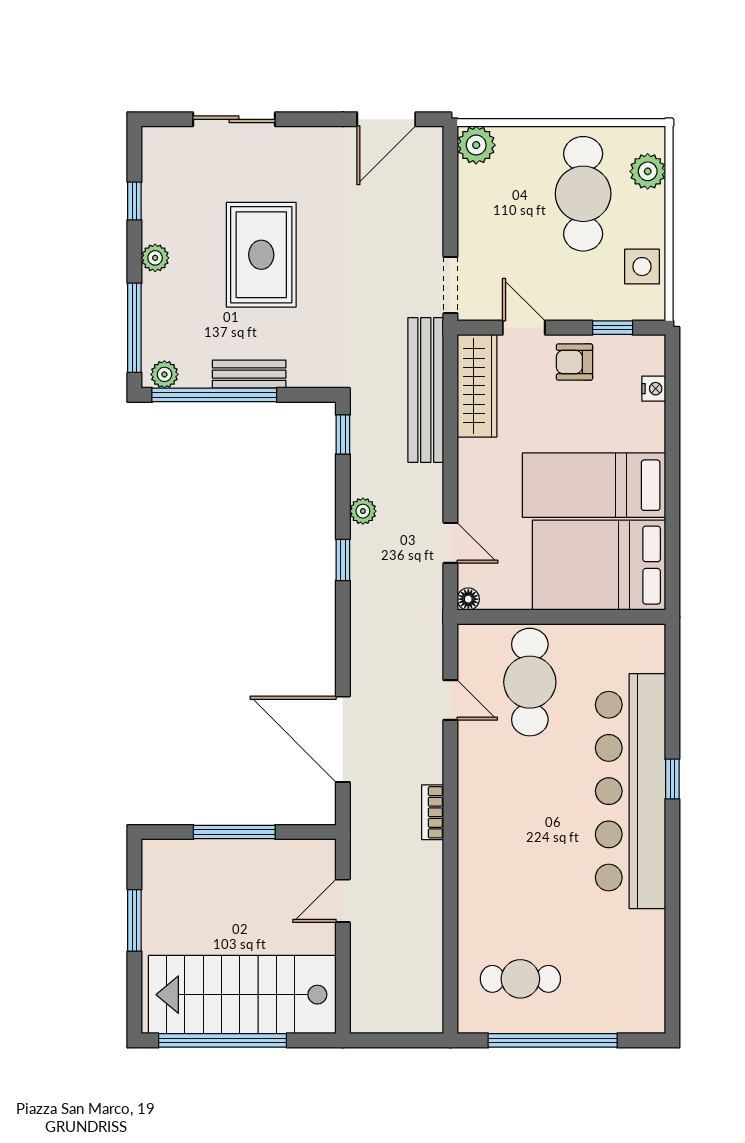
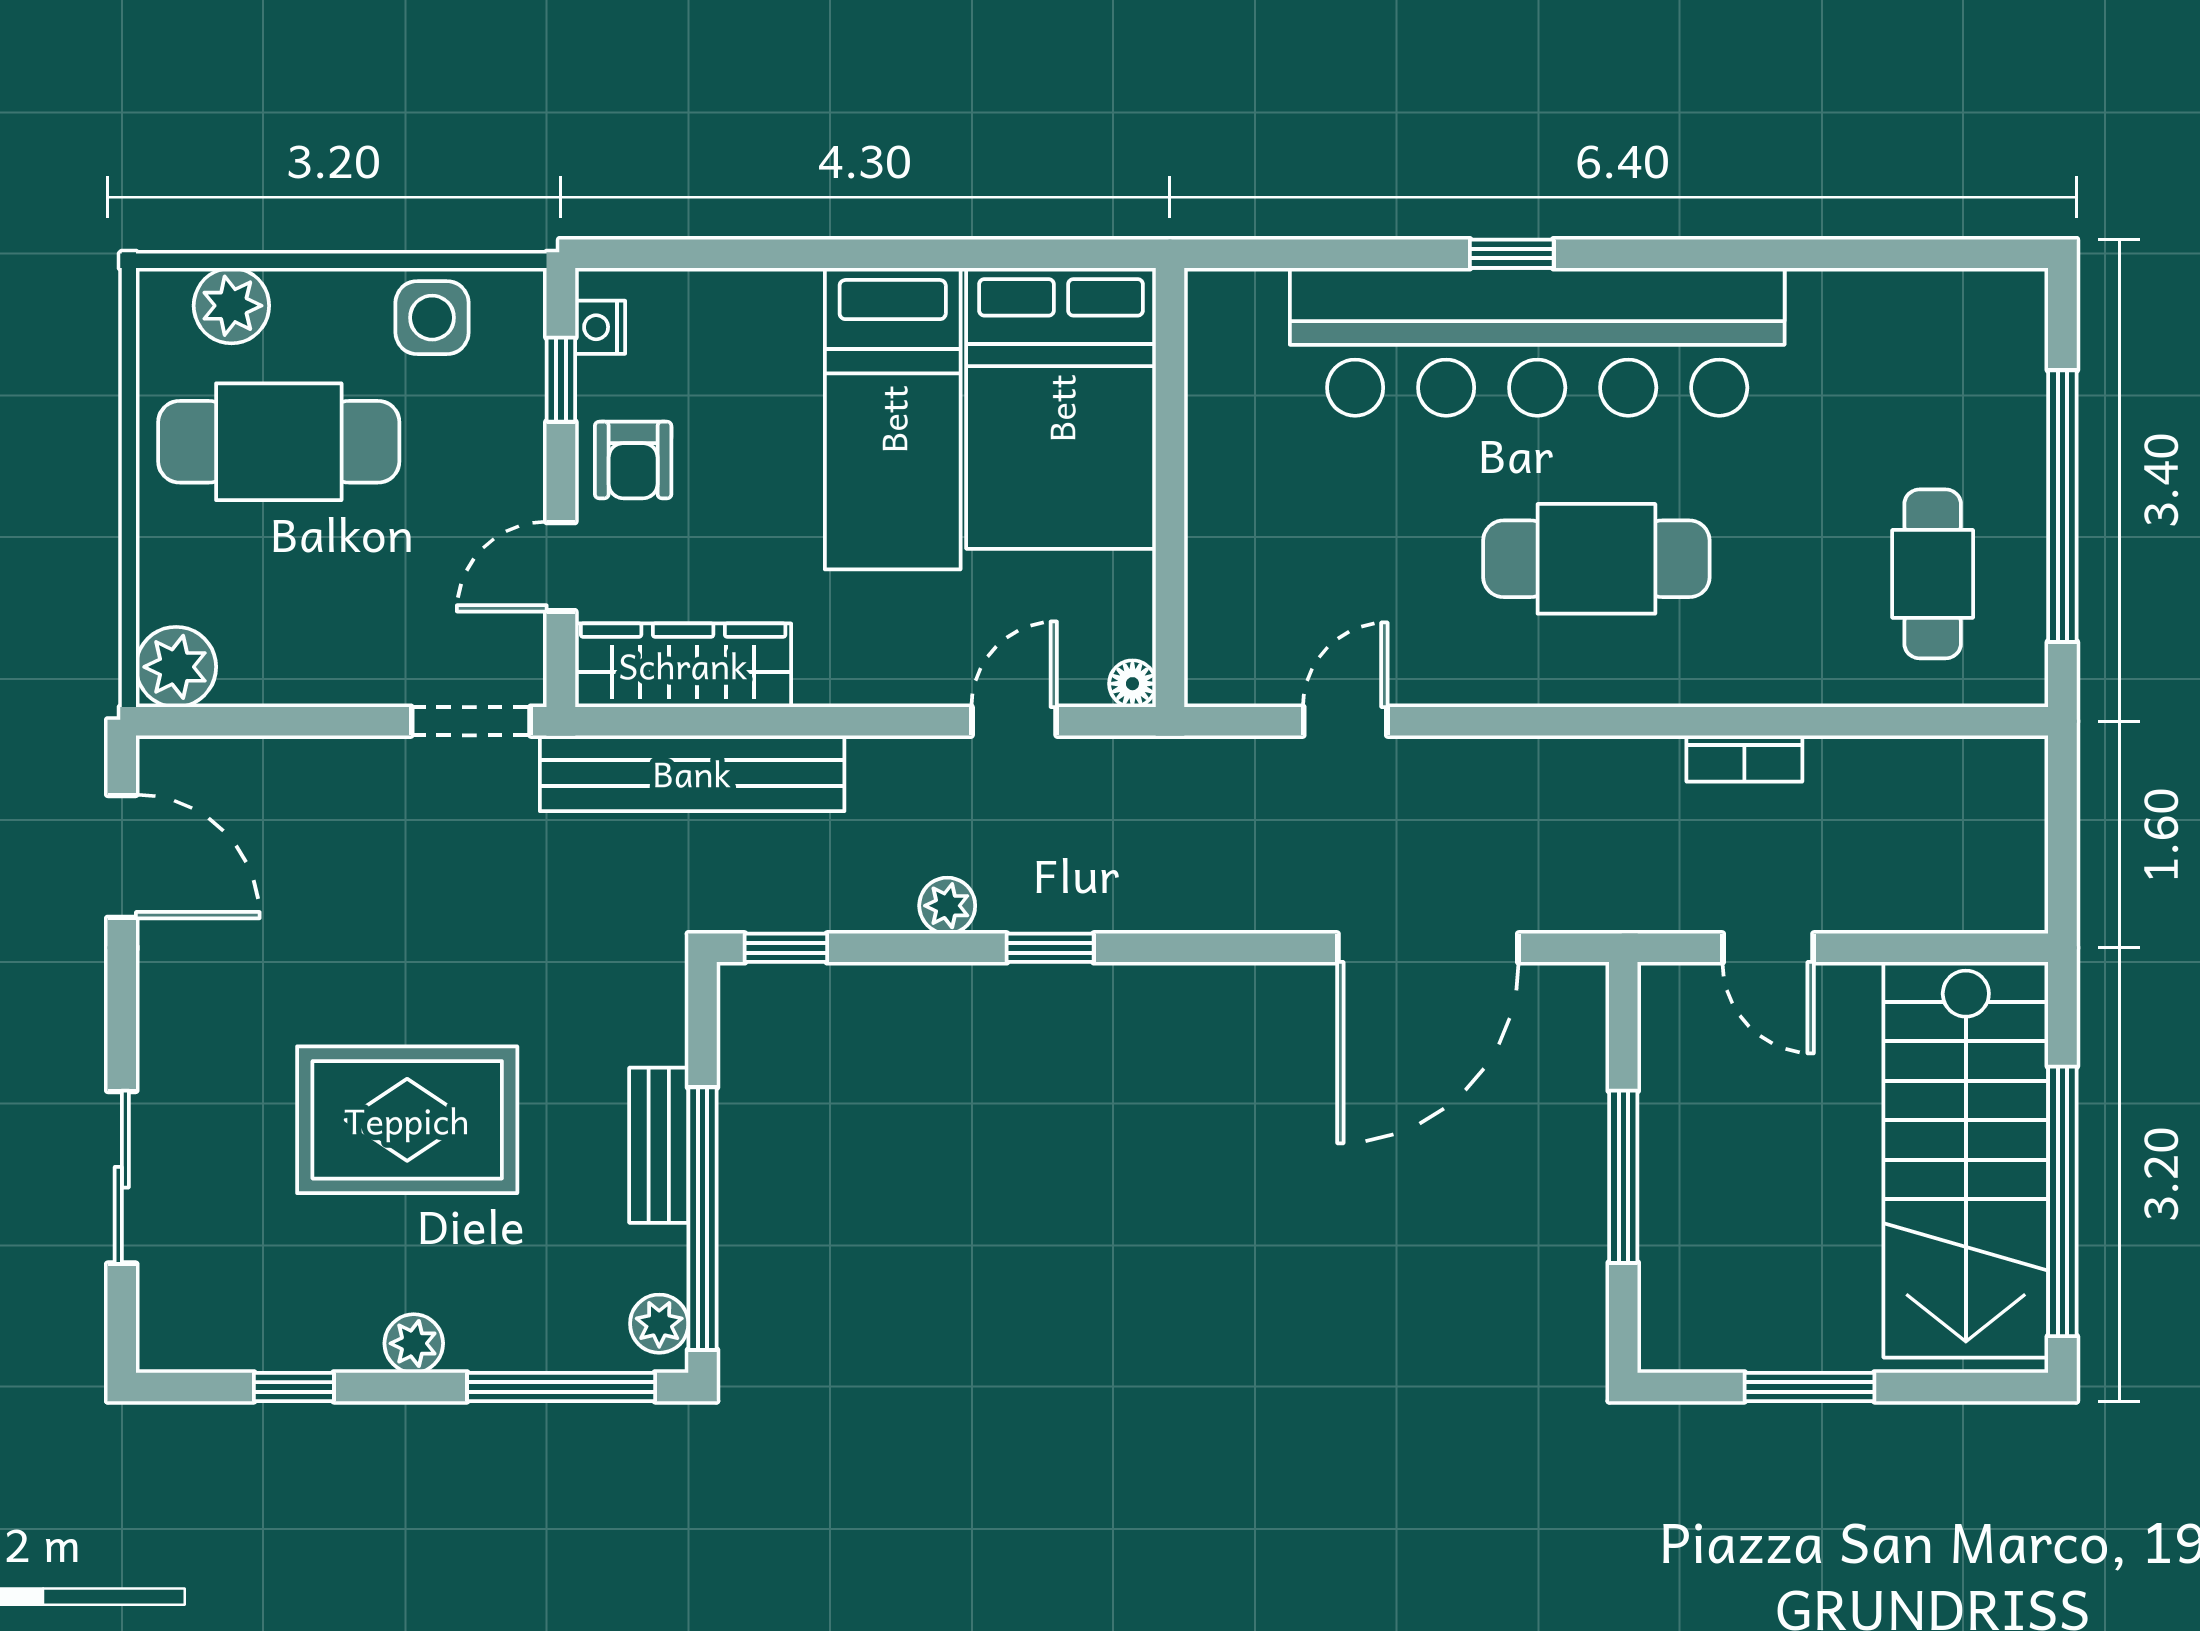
nightstand: (654, 389) -> (600, 327), moved, turned -90
cafe table: (530, 682) -> (1596, 559), moved
bookcase: (433, 812) -> (1744, 759), moved

